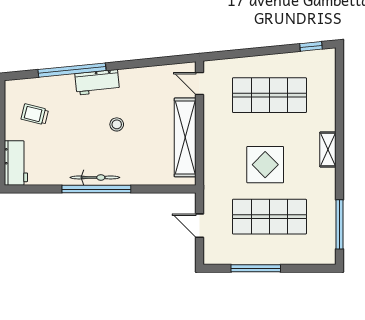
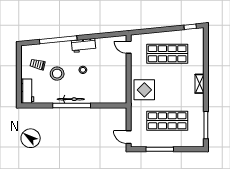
workbench: (97, 82) -> (84, 45), moved
stool: (70, 131) -> (57, 74), added
shelving: (185, 137) -> (121, 77), removed
display table: (265, 165) -> (144, 90), moved
door: (200, 226) -> (129, 137), moved

